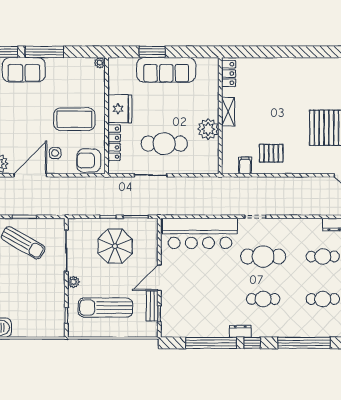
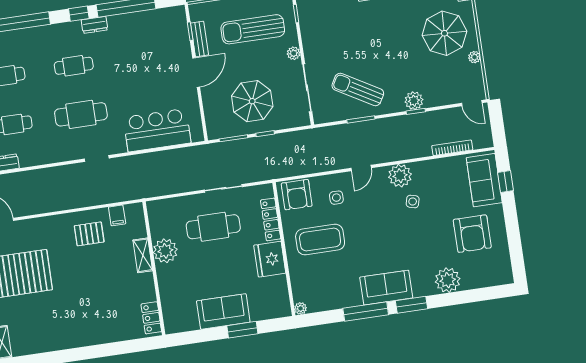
sofa: (166, 70) -> (223, 311), width x0.73
shelving: (228, 112) -> (143, 255), moved
armchair: (89, 161) -> (297, 195), turned 90
door: (30, 175) -> (361, 168), width x0.53
bar counter: (200, 233) -> (157, 130), width x0.73
sun lounger: (105, 308) -> (253, 29), turned 180

